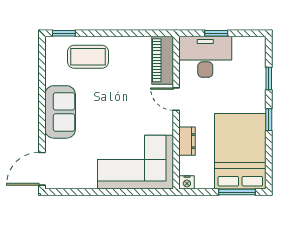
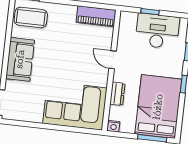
coffee table: (88, 57) -> (31, 17), moved
desk: (205, 57) -> (157, 31), moved
piano: (163, 60) -> (96, 16), moved, turned -90

